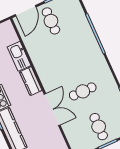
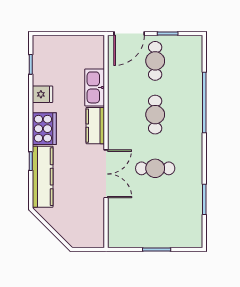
cafe table: (99, 127) -> (155, 115), moved

